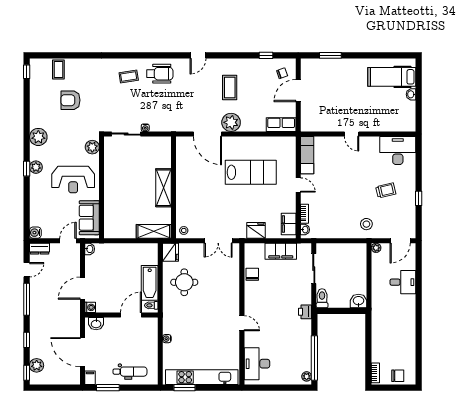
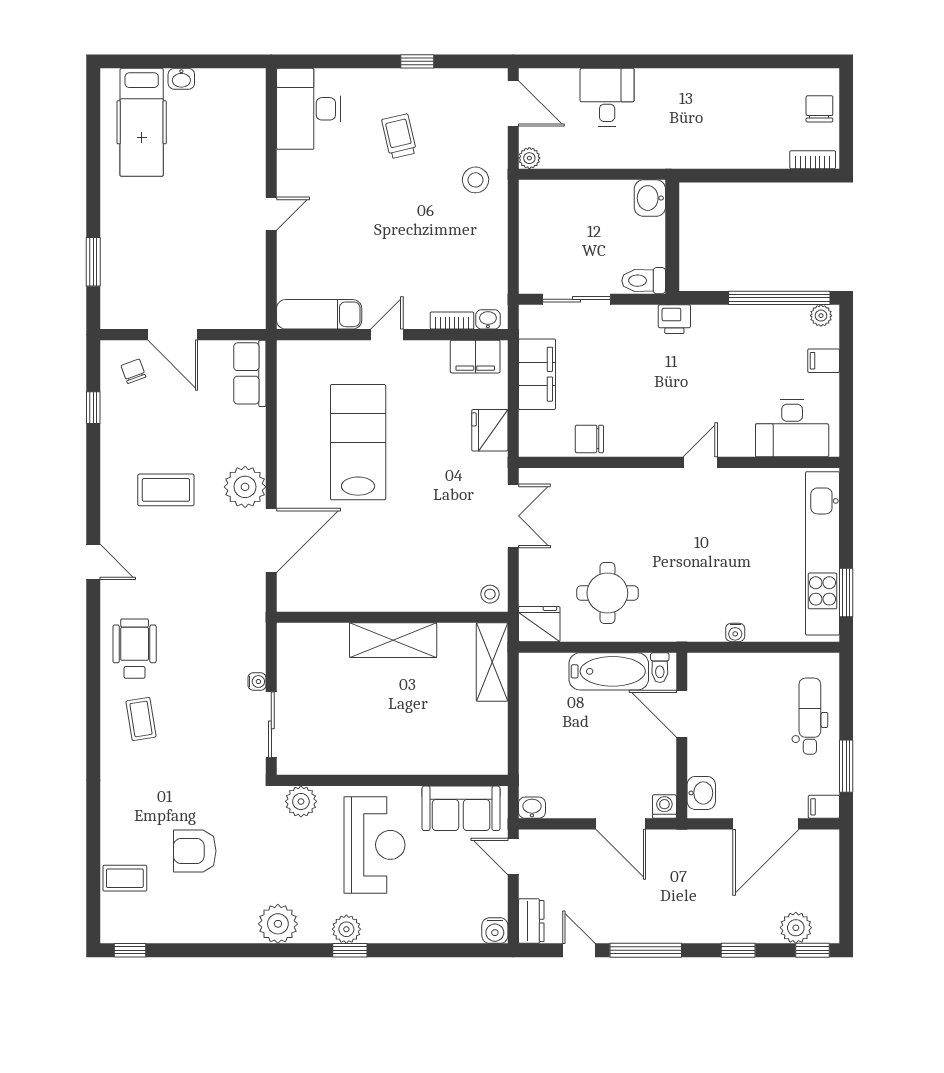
armchair: (70, 100) -> (195, 851), turned 90
filing cabinet: (287, 378) -> (824, 361), added

